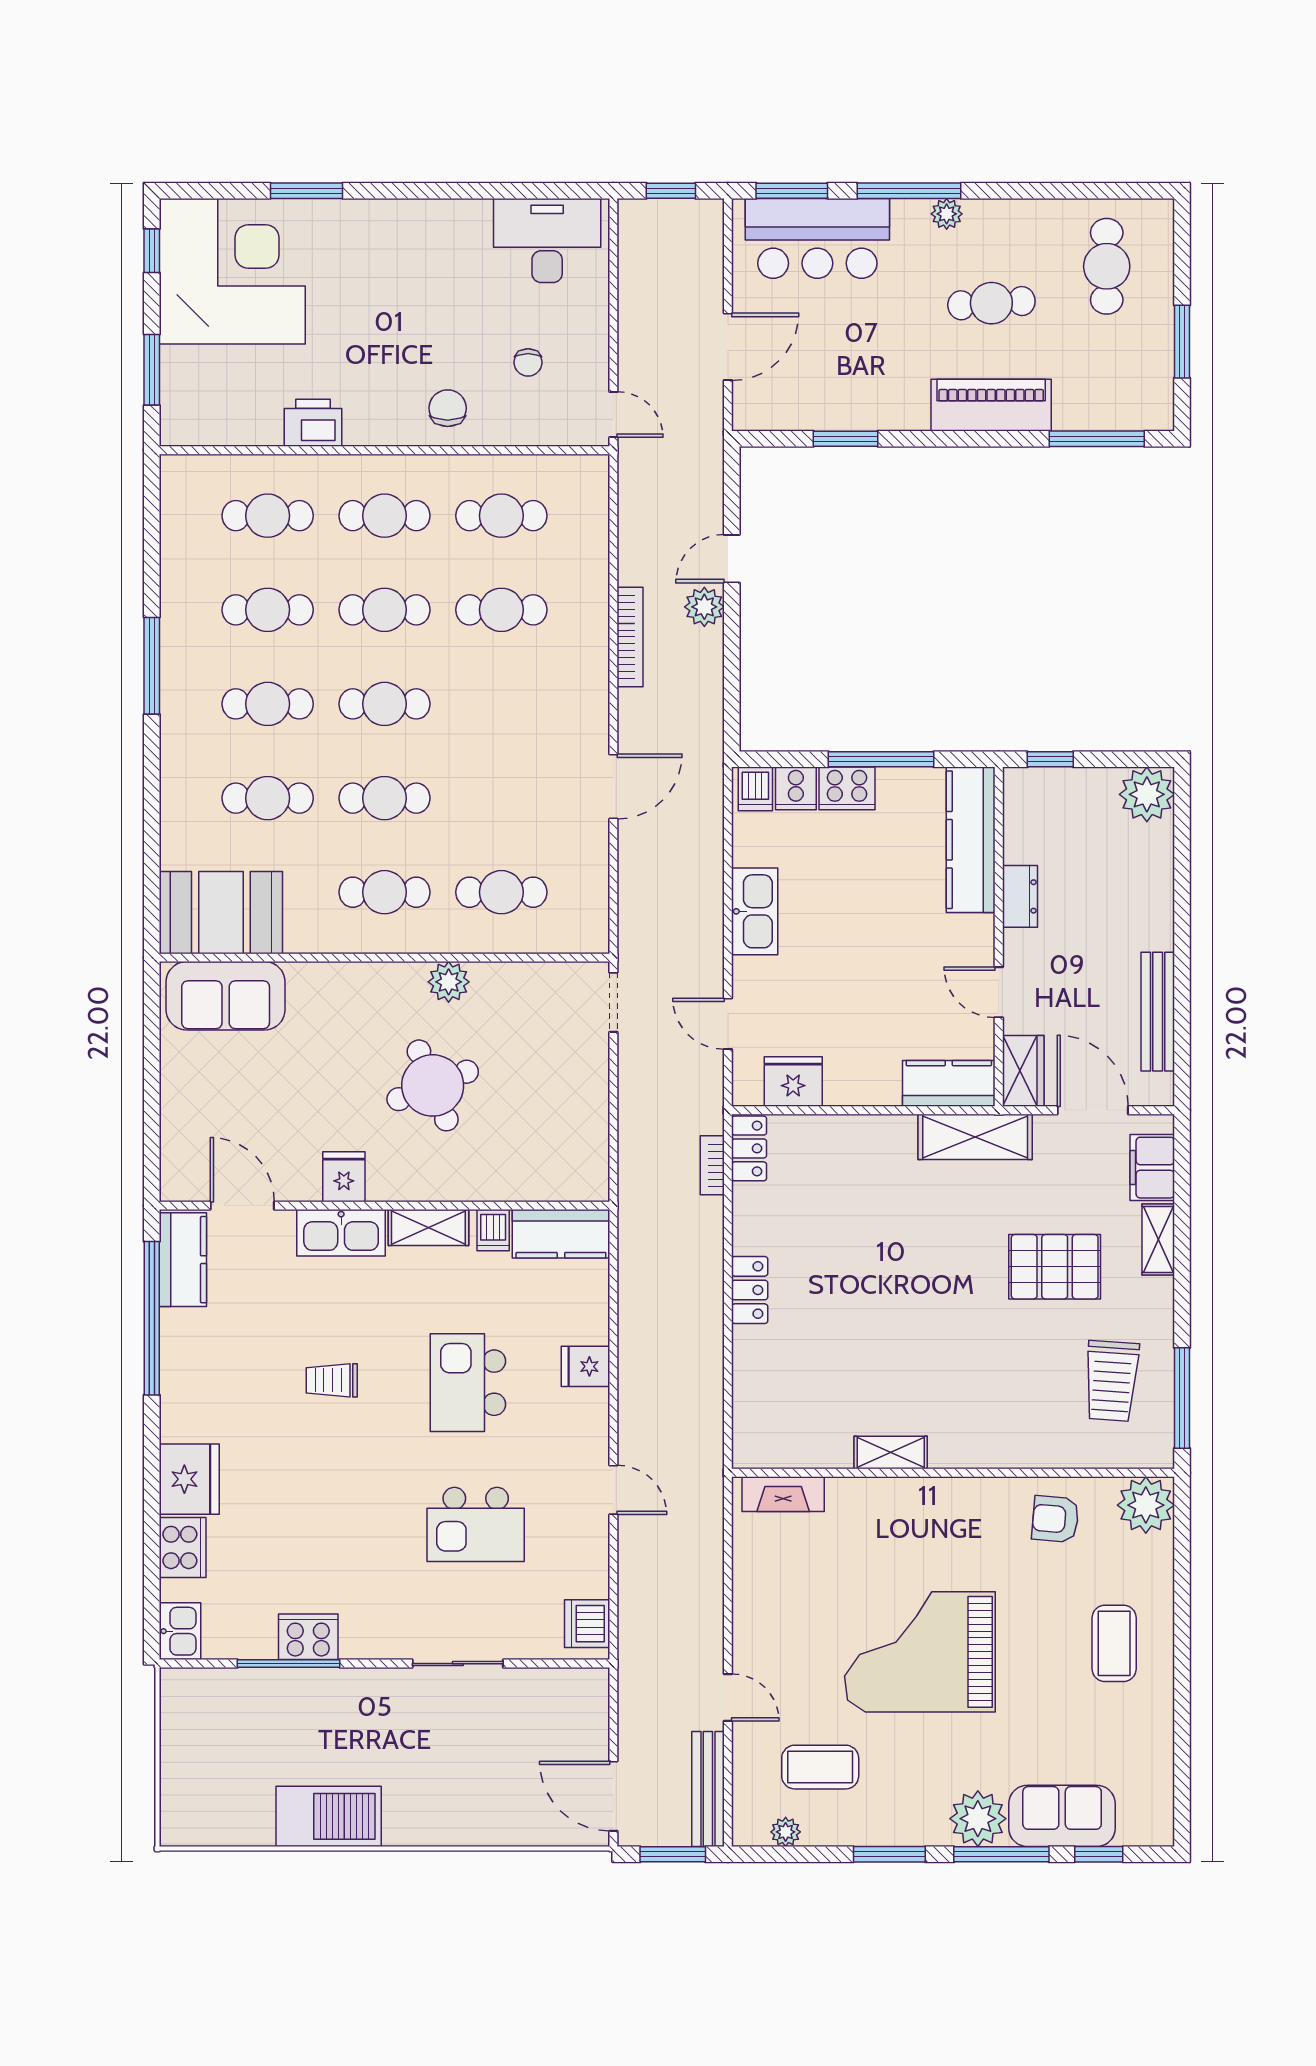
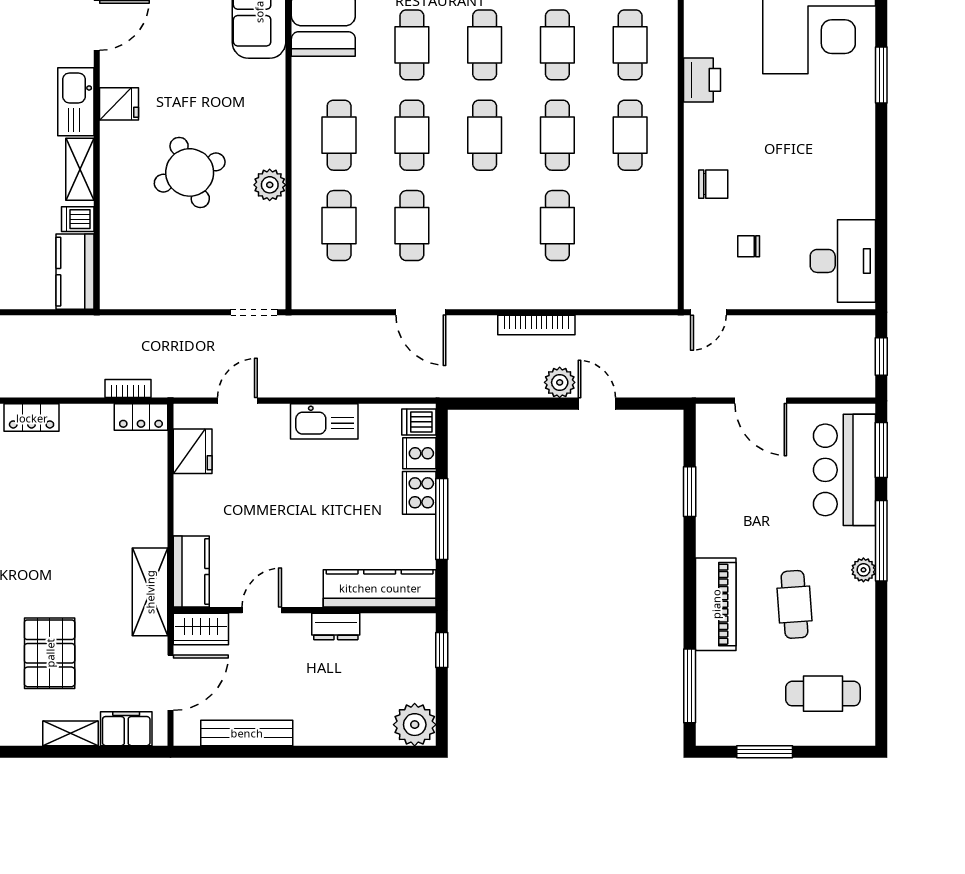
cafe table: (501, 516) -> (412, 226), moved

